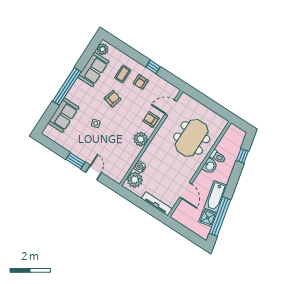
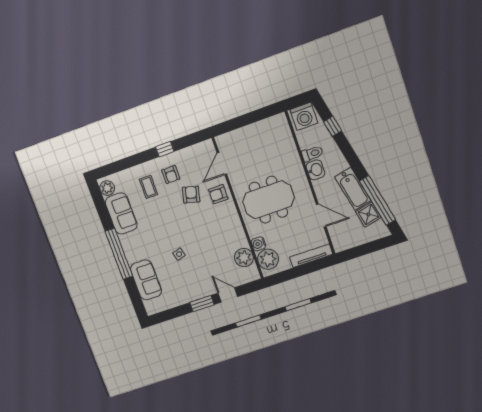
armchair: (113, 99) -> (191, 195), moved
washing machine: (235, 135) -> (304, 116), added
meeting table: (192, 138) -> (268, 200), moved, turned 90
plant: (141, 139) -> (244, 258), moved

